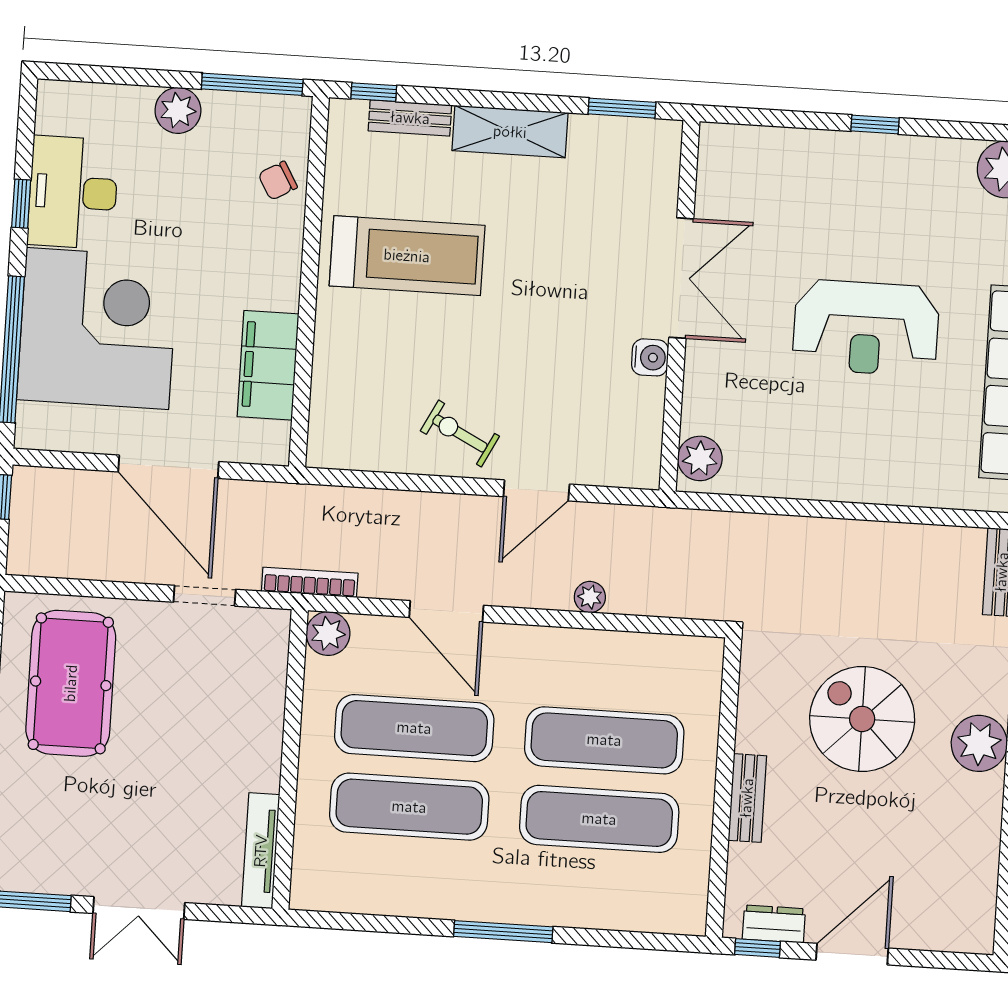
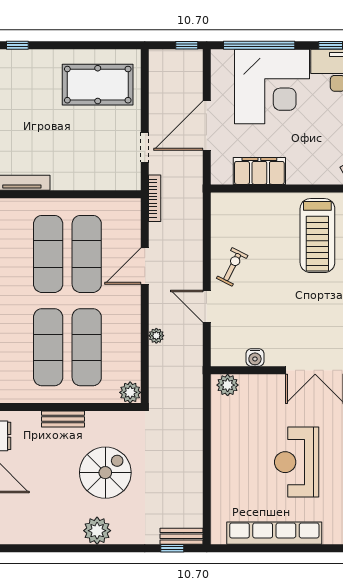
water cooler: (650, 357) -> (255, 358), moved
plant: (328, 634) -> (130, 392), moved

